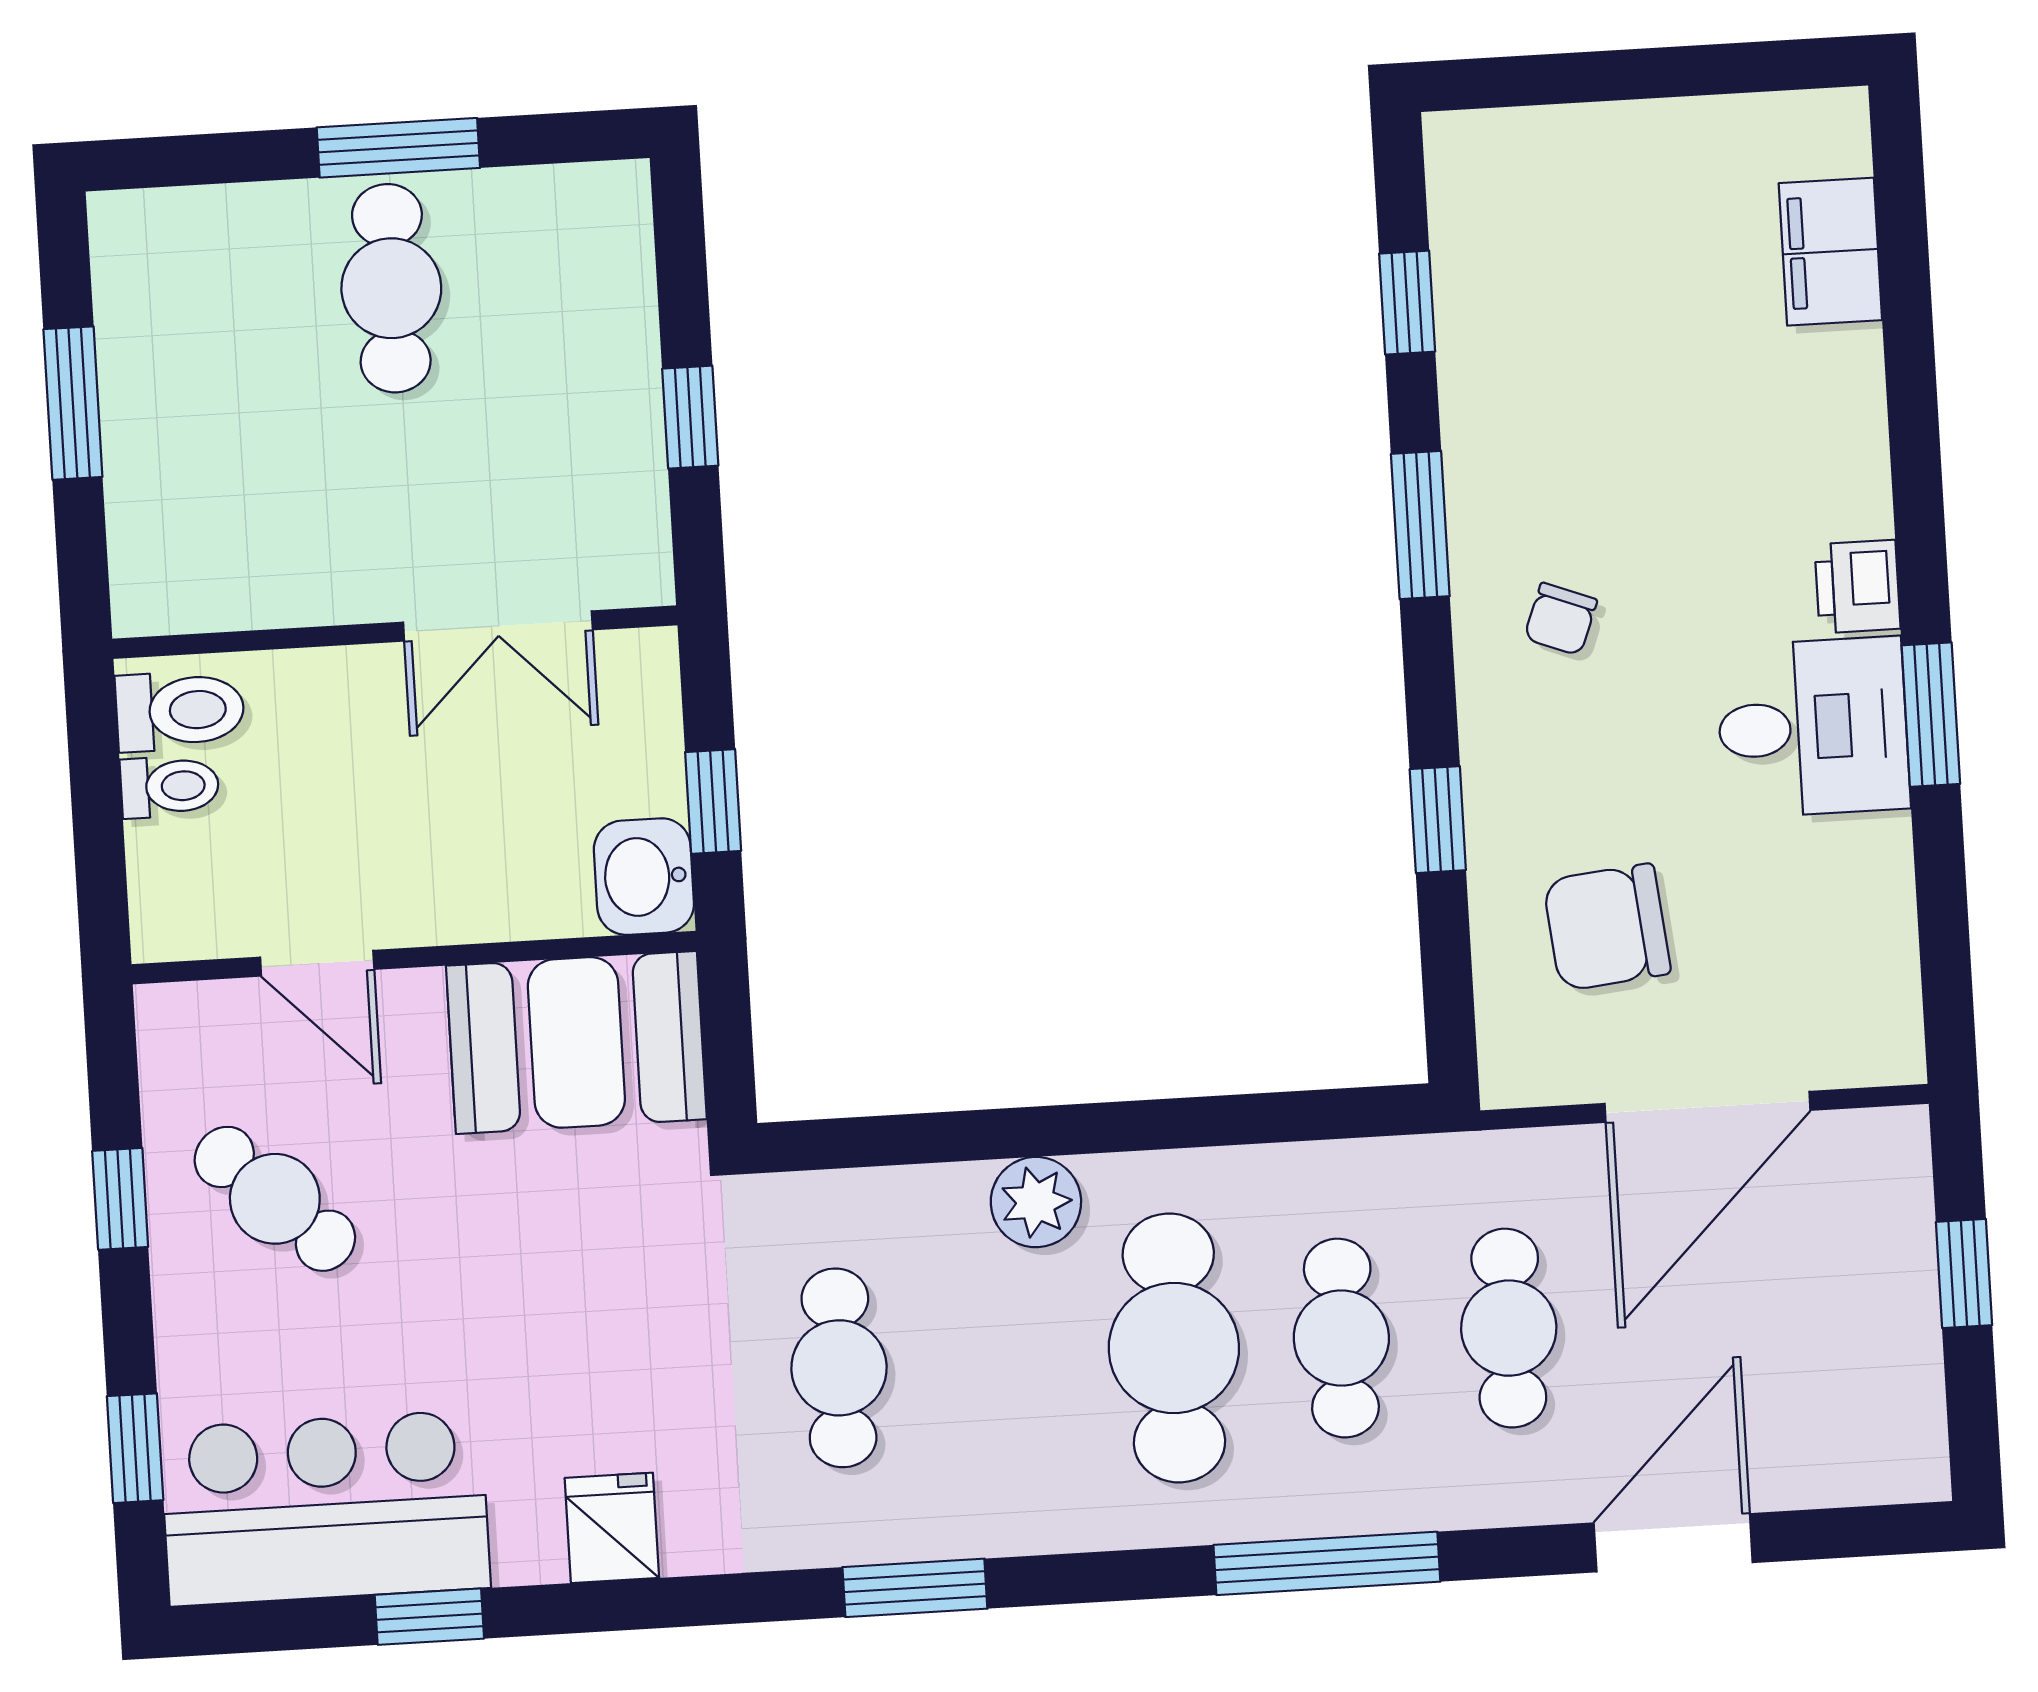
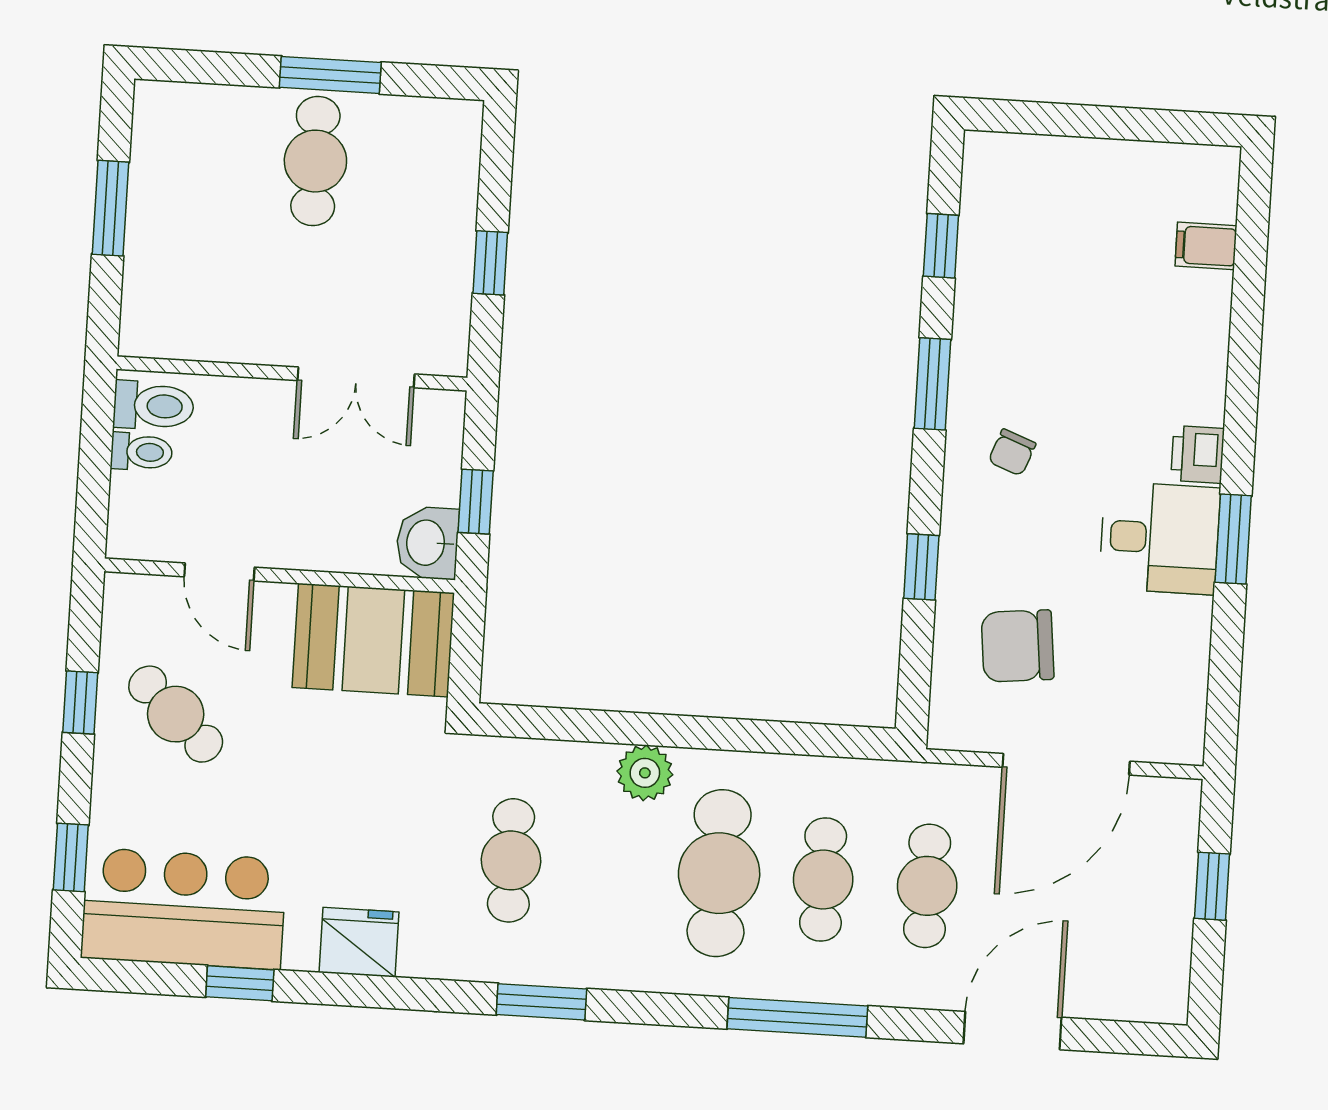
filing cabinet: (1830, 252) -> (1206, 246), width x0.50
fridge: (612, 1528) -> (359, 942), width x1.38

